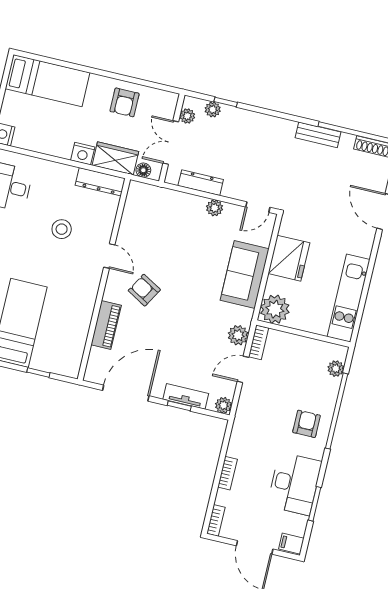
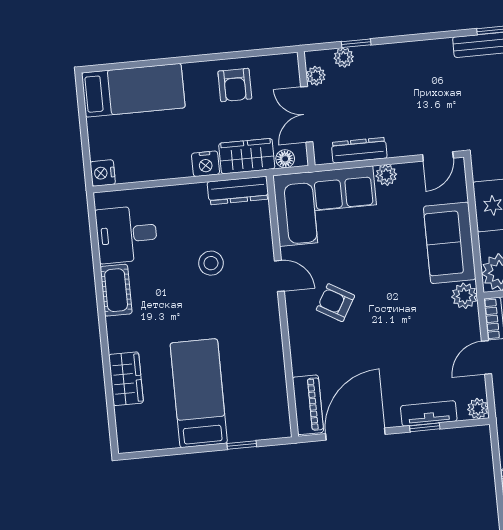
corner sofa: (162, 216) -> (326, 206), added
piano: (106, 325) -> (308, 405), moved
plant: (238, 335) -> (464, 296), moved

